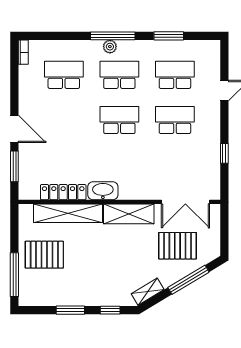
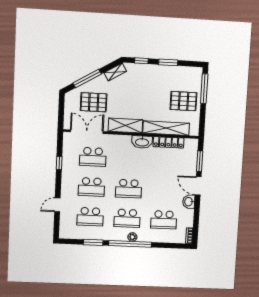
window: (113, 36) -> (130, 244), width x1.46
washbasin: (27, 104) -> (189, 202), added
school desk: (175, 165) -> (93, 157), added

